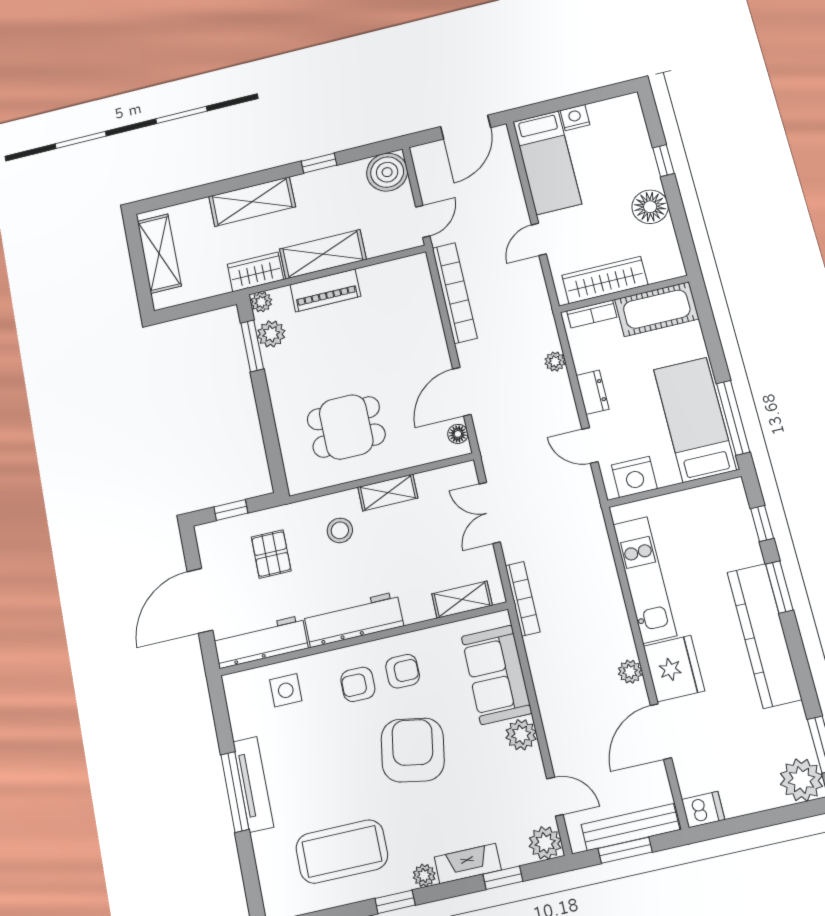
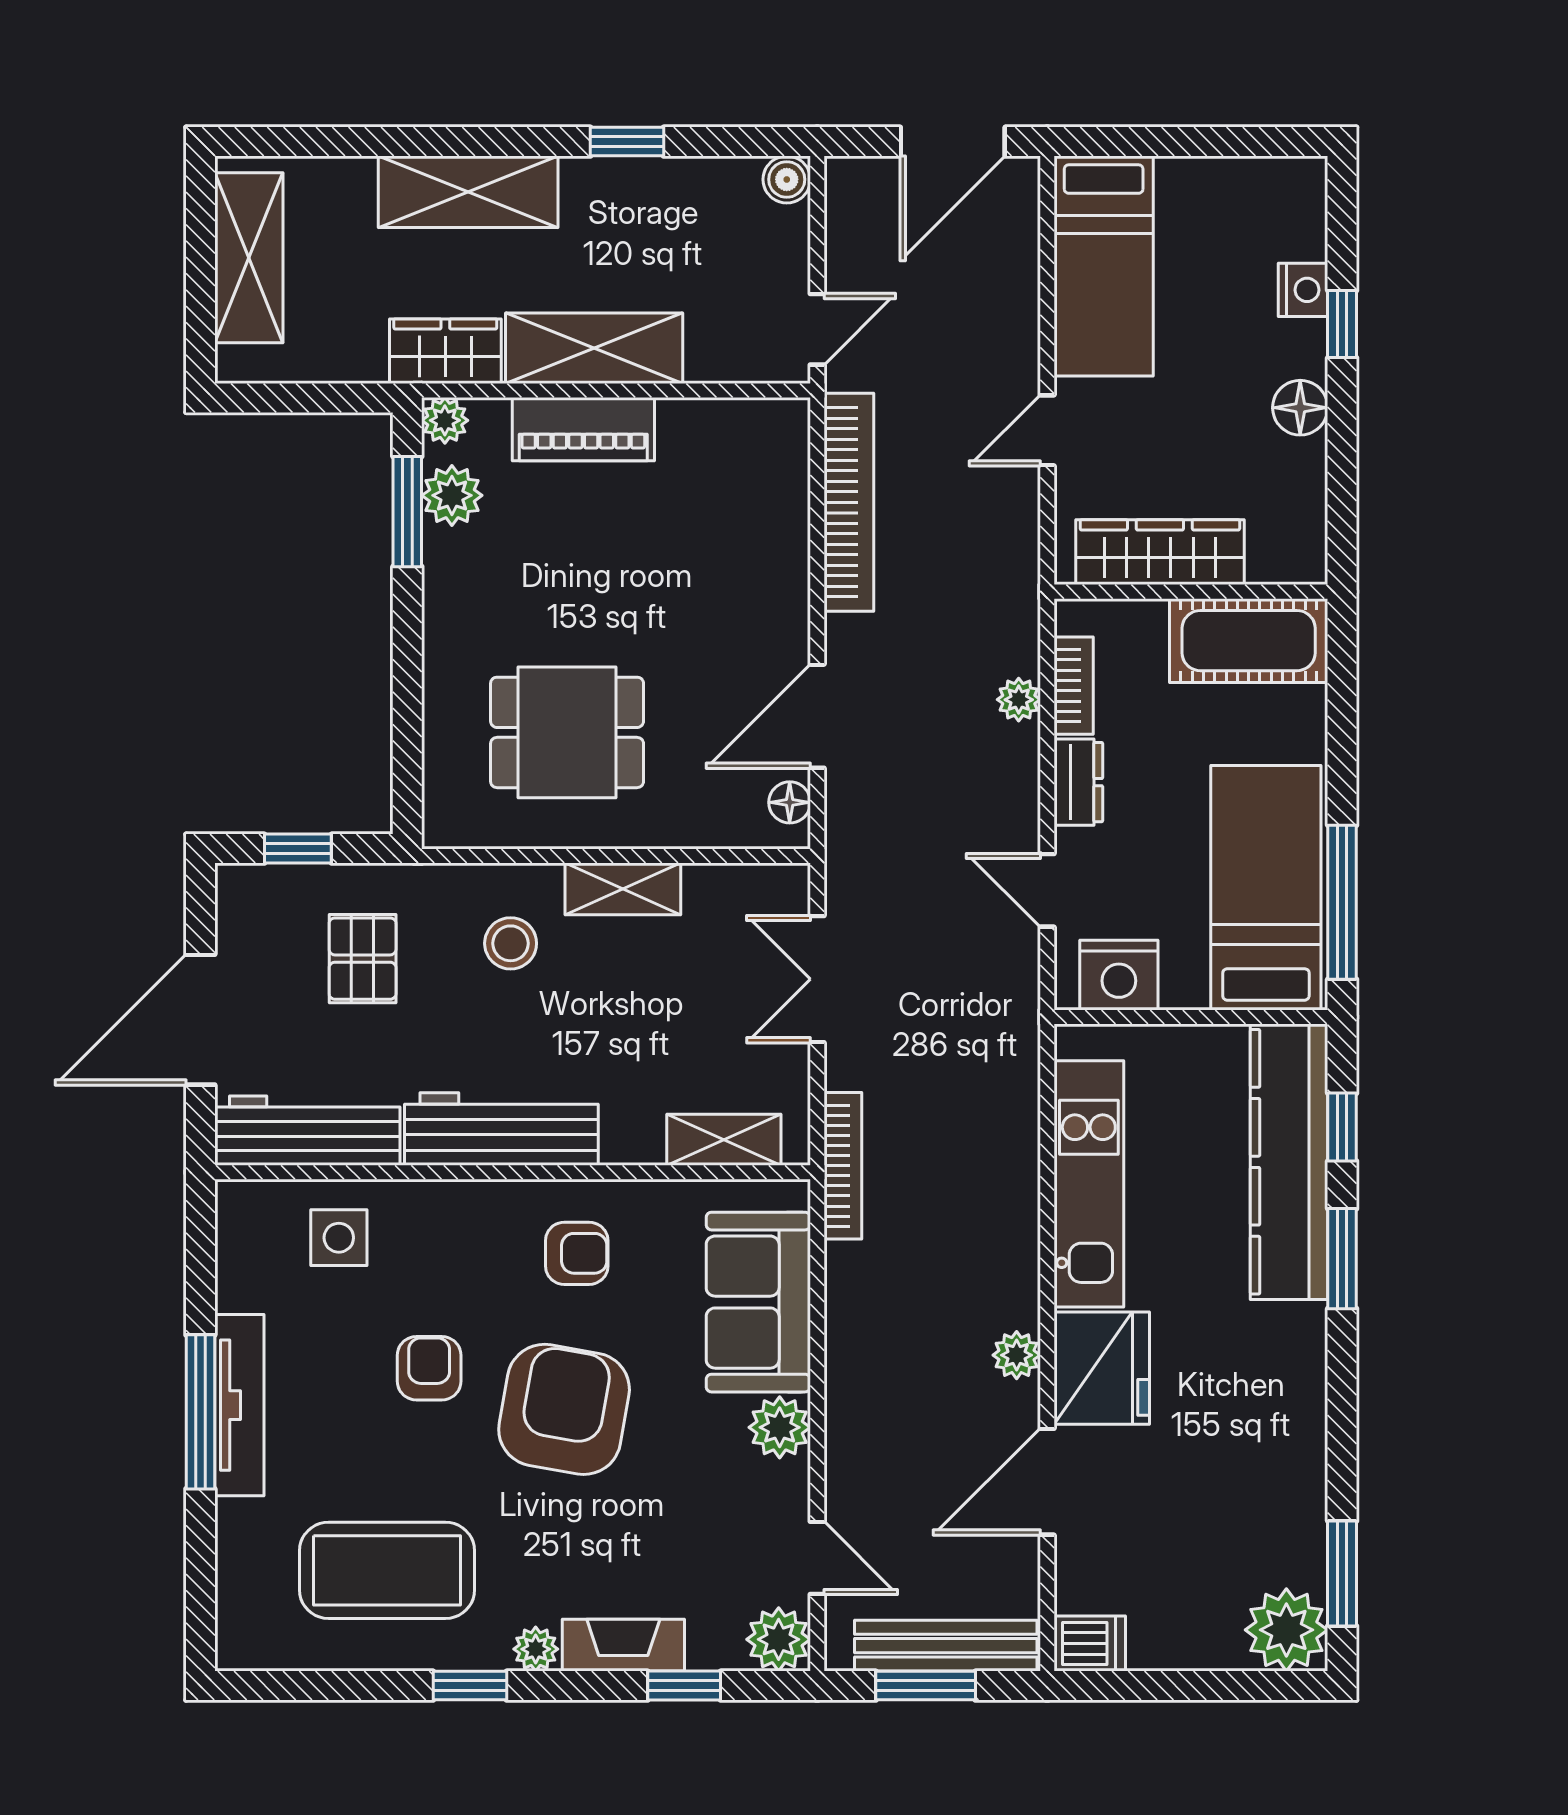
nightstand: (575, 118) -> (1303, 290), moved, turned 90
boiler: (387, 172) -> (787, 179), width x0.54, depth x0.54
floor lamp: (650, 207) -> (1300, 408), width x0.73, depth x0.73
bookcase: (592, 314) -> (1074, 686), moved, turned -90
kitchen counter: (764, 635) -> (1289, 1162), moved
armchair: (358, 684) -> (429, 1368), moved, turned 90

